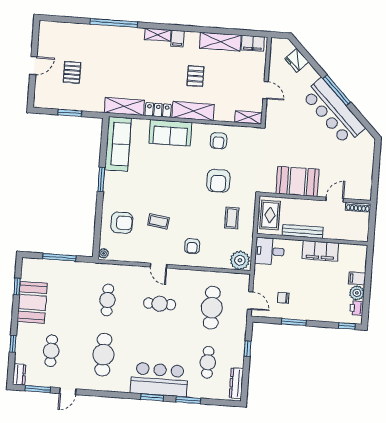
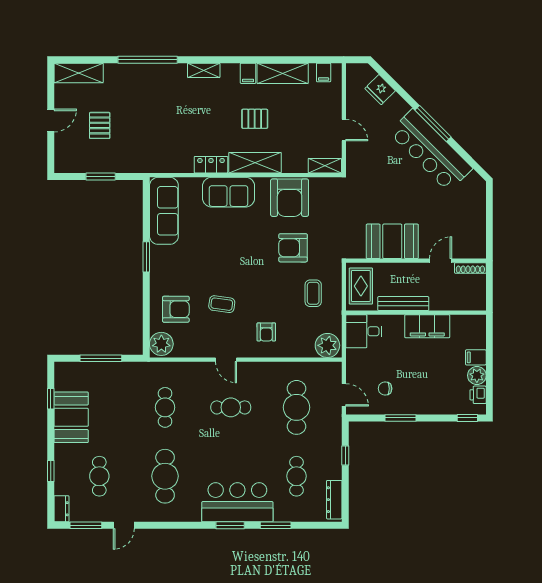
filing cabinet: (177, 38) -> (248, 73), moved
filing cabinet: (253, 43) -> (324, 72), width x0.50
pallet: (195, 76) -> (255, 119), turned 90
shelving: (124, 106) -> (79, 73), moved
armchair: (219, 141) -> (290, 198), width x1.88, depth x1.88
armchair: (218, 181) -> (293, 248), turned 90
plant: (104, 253) -> (161, 344), width x1.88, depth x1.88

